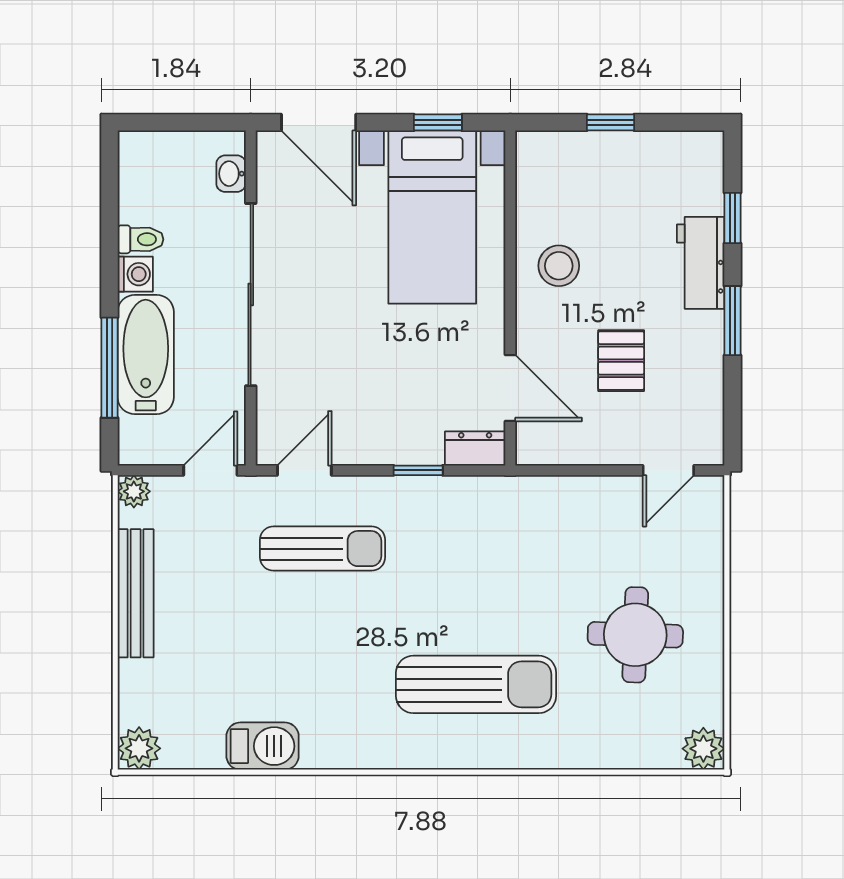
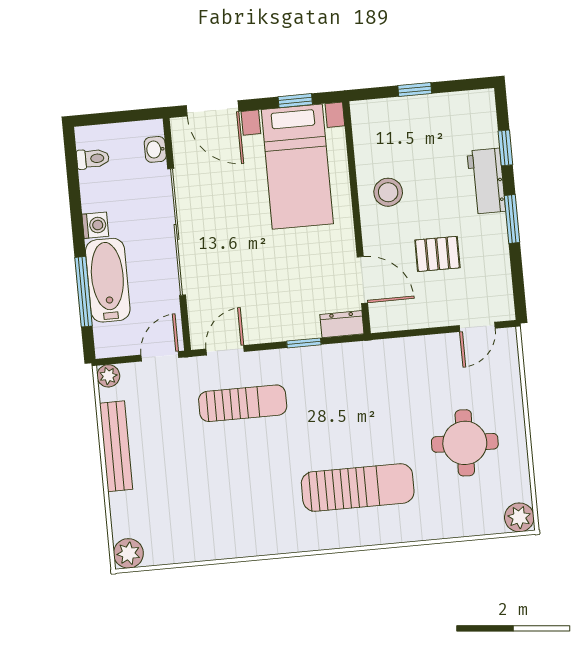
toilet: (141, 239) -> (93, 159), moved
pallet: (621, 361) -> (437, 254), turned 90
barbecue: (263, 746) -> (214, 544), removed

